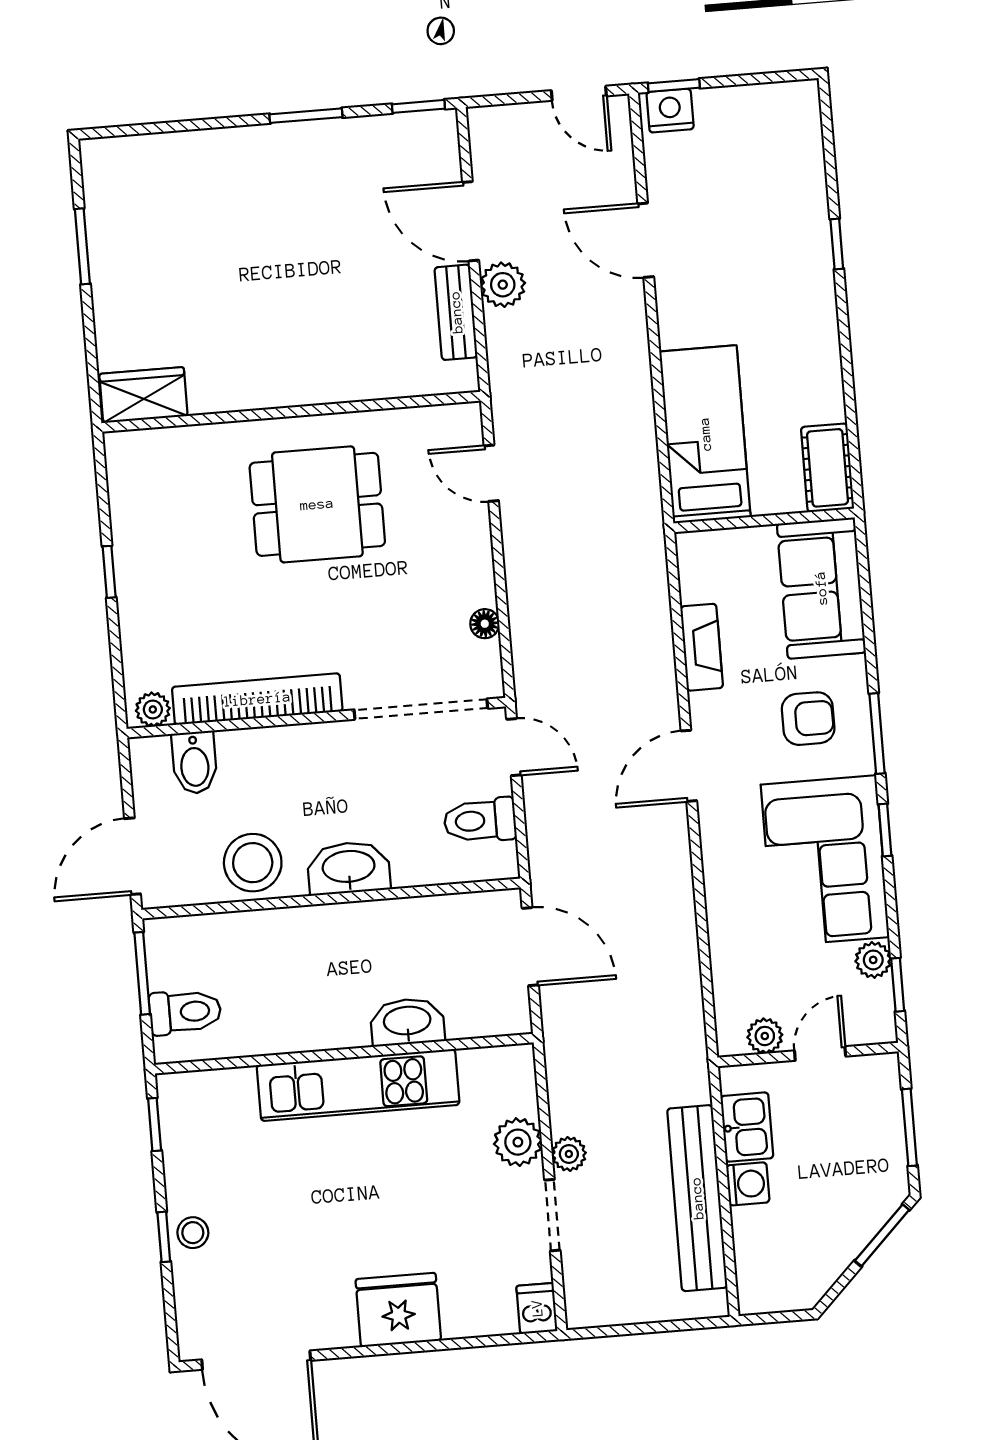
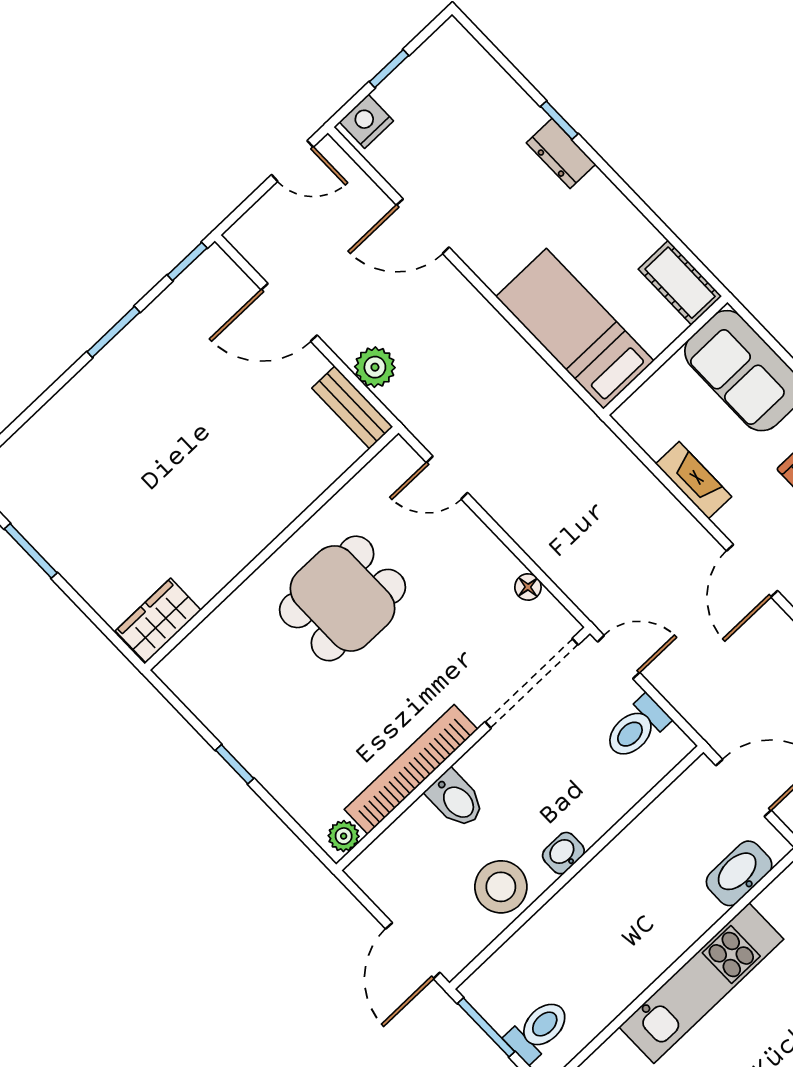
window: (674, 85) -> (389, 69), moved
dresser: (815, 274) -> (561, 153), added
plant: (503, 285) -> (375, 367), moved
bench: (456, 312) -> (352, 407), moved
bidet: (194, 763) -> (456, 799), moved
washbasin: (349, 868) -> (563, 853), width x0.52, depth x0.69
washbasin: (407, 1022) -> (739, 873), moved

